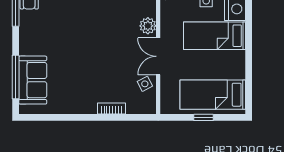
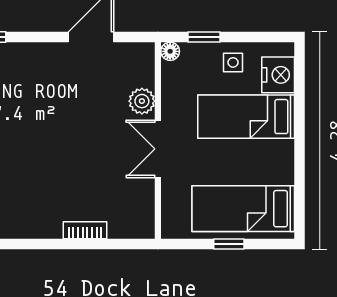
side table: (145, 84) -> (137, 192), removed

